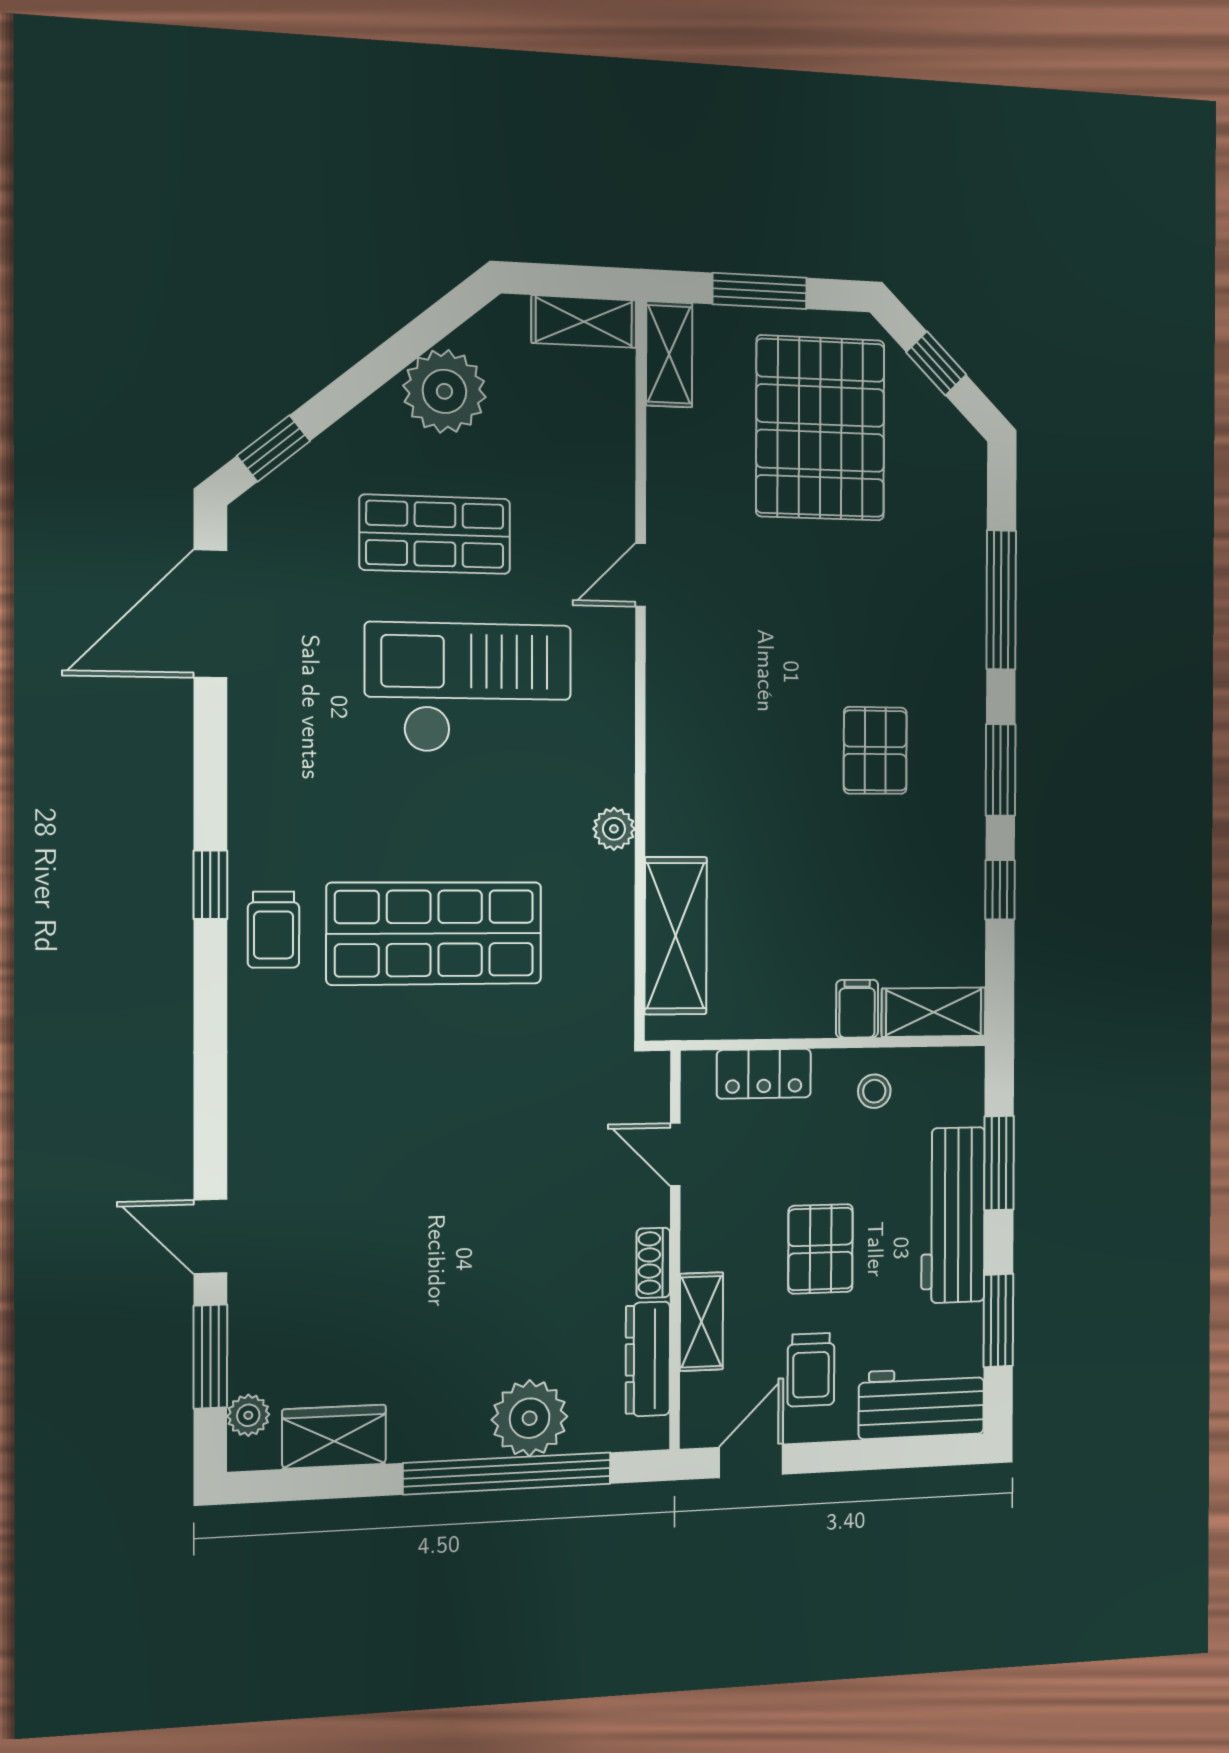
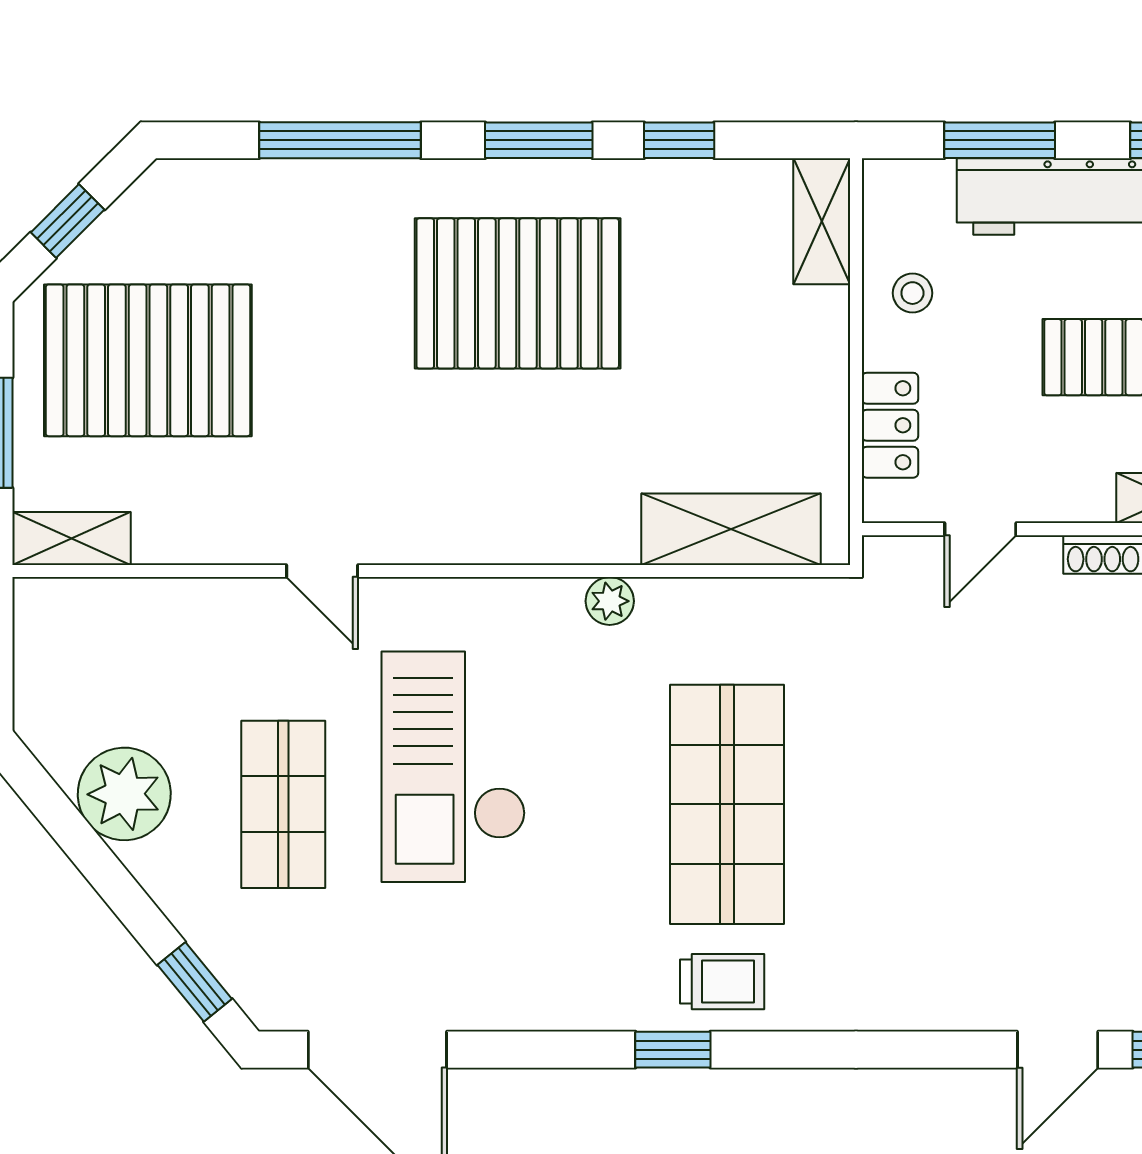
shelving: (584, 322) -> (39, 637), removed
pallet: (875, 750) -> (518, 293), width x2.05, depth x2.00
filing cabinet: (857, 1009) -> (817, 314), removed

